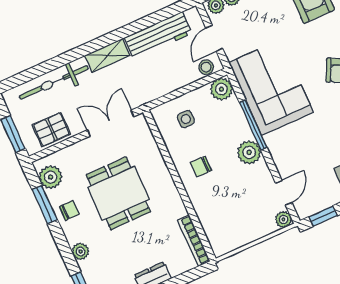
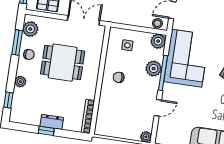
plant: (249, 152) -> (154, 69), moved
dining table: (118, 193) -> (63, 63), turned 90
door: (284, 193) -> (158, 108), moved

